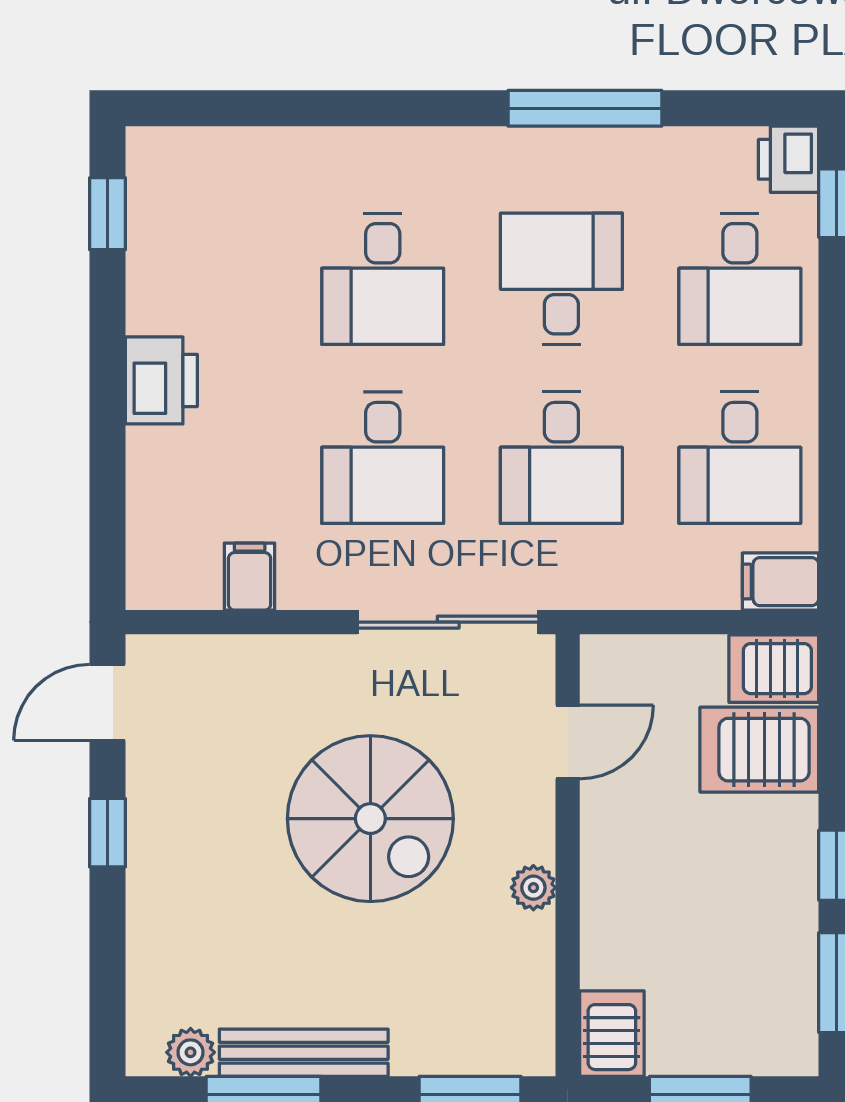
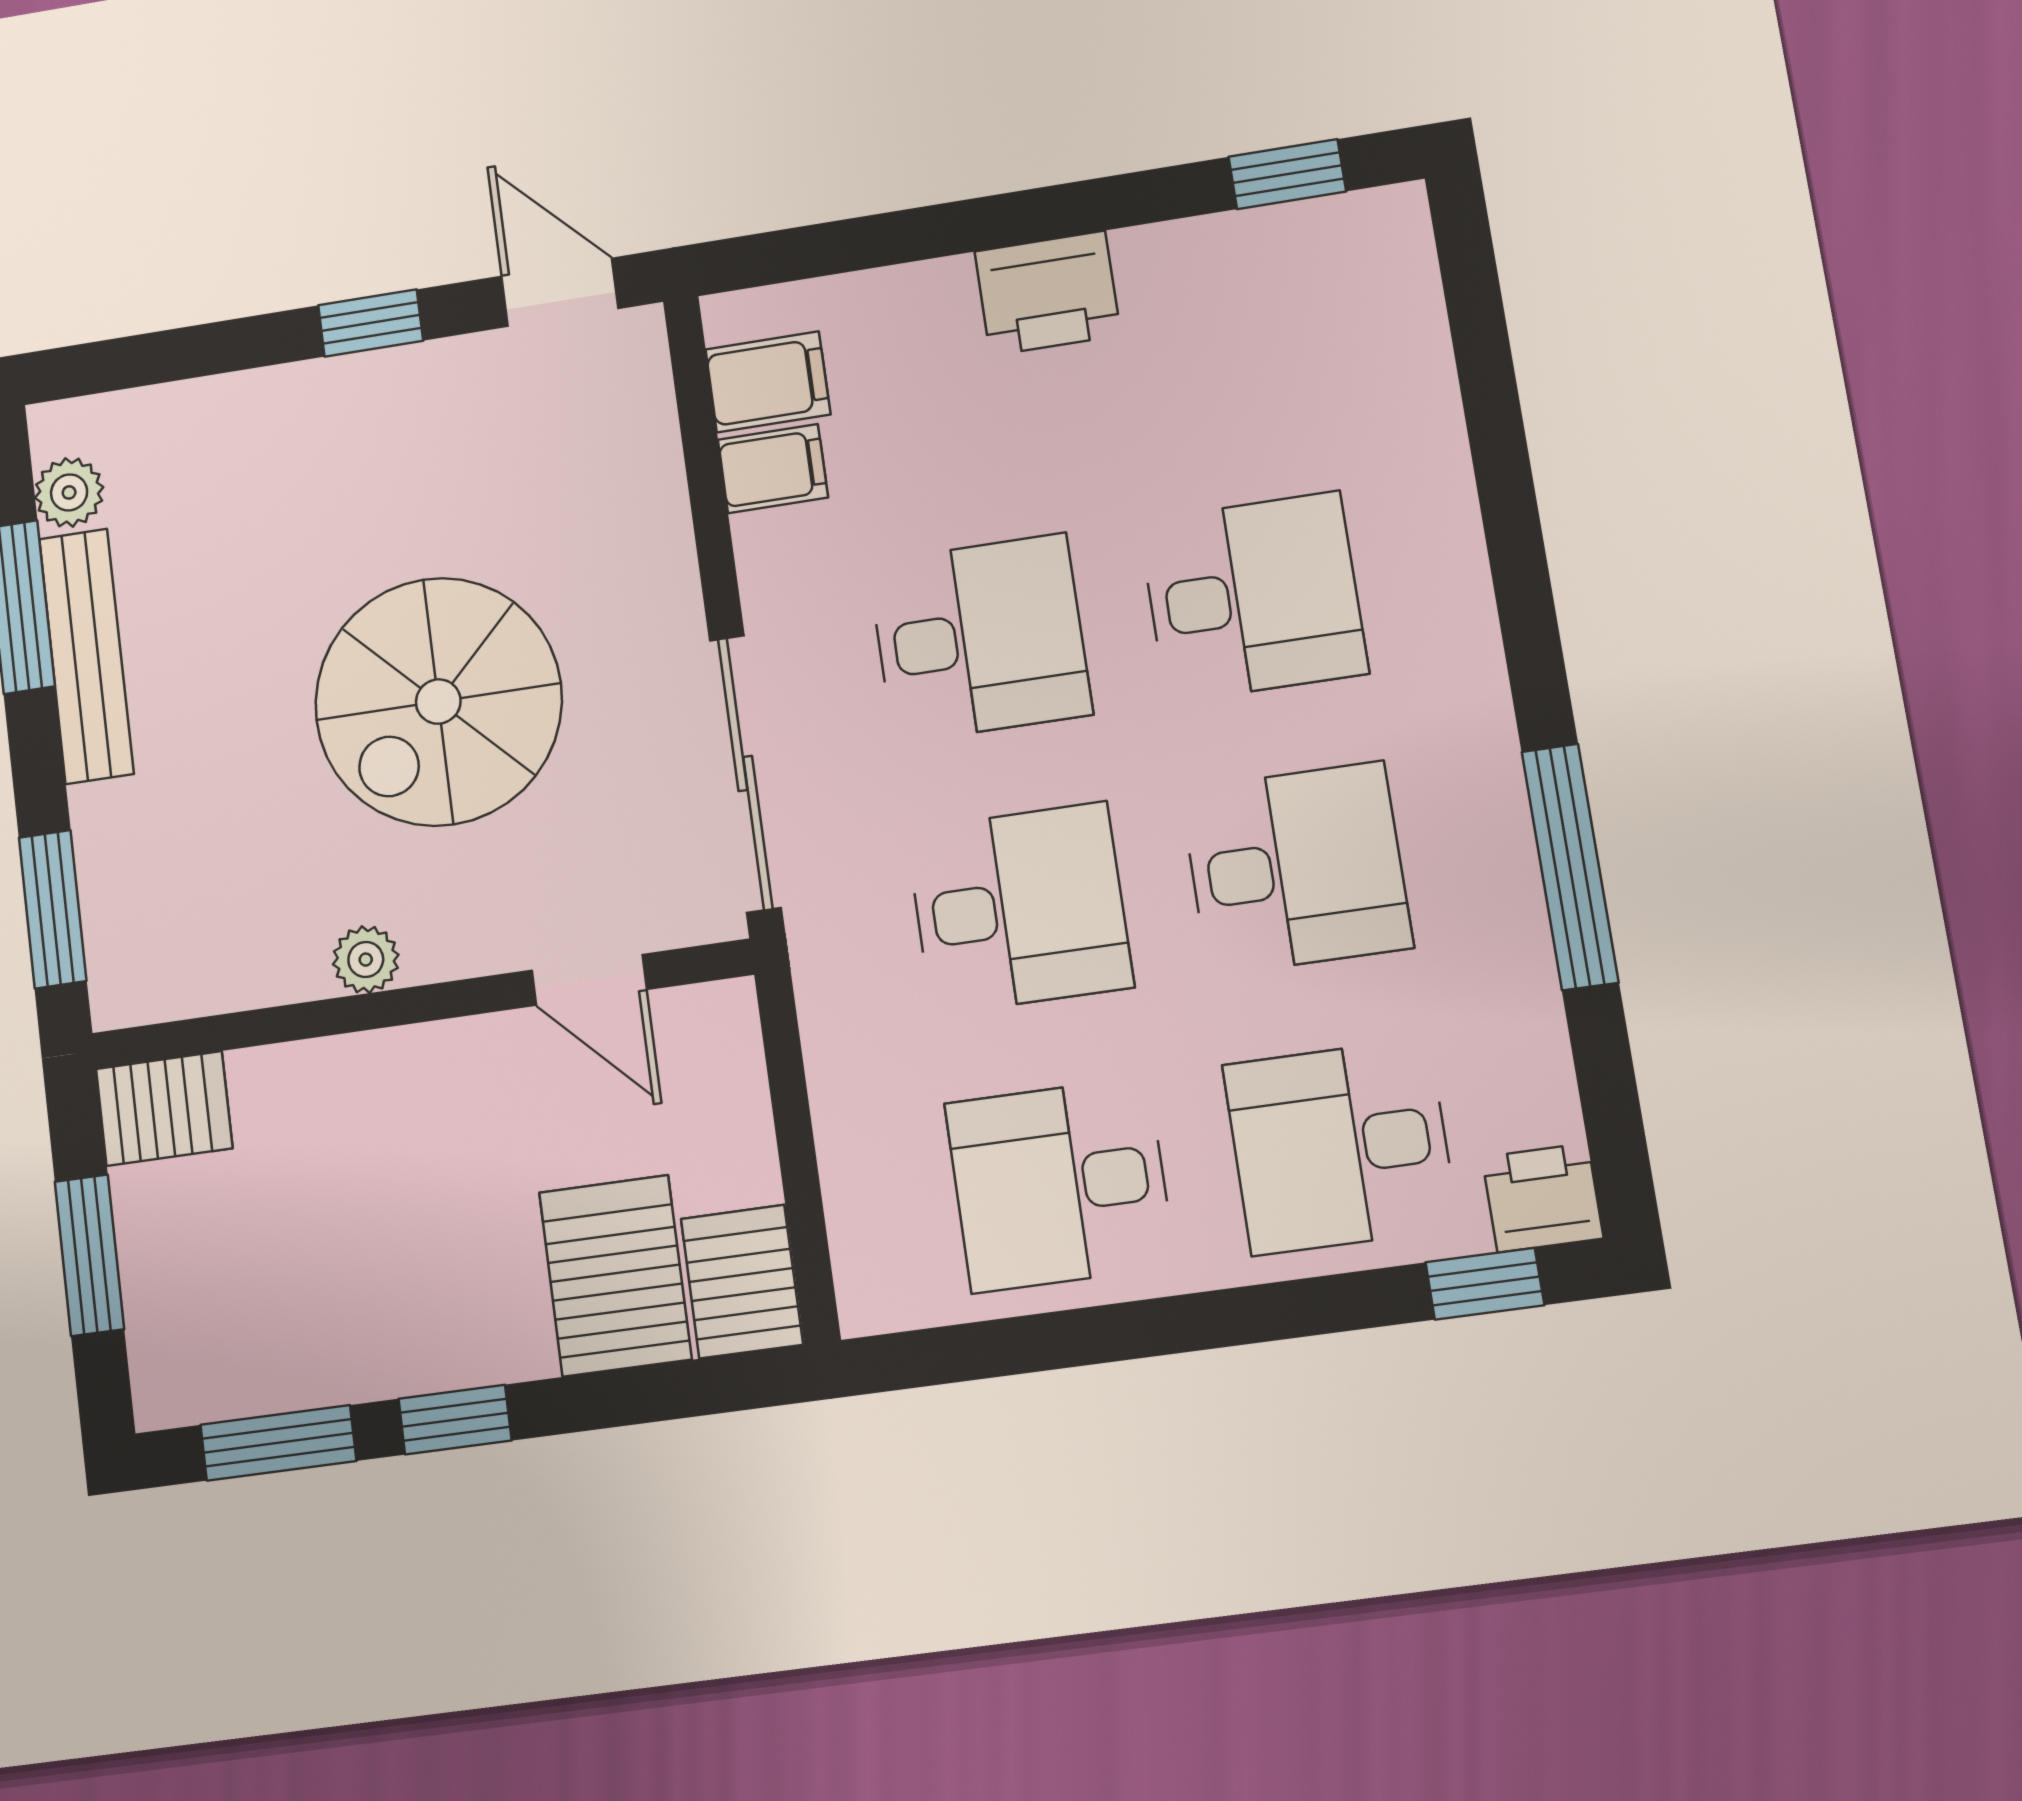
desk: (383, 279) -> (1253, 597), turned 180
desk: (383, 458) -> (980, 638), turned 180
desk: (561, 458) -> (1019, 908), turned 180
filing cabinet: (780, 582) -> (768, 382), moved, turned 90

